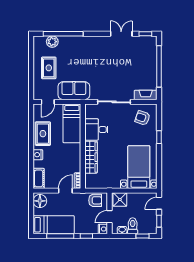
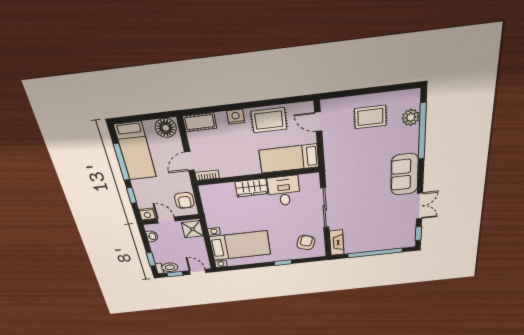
sofa: (74, 91) -> (405, 174), moved, turned 180
wardrobe: (91, 157) -> (251, 188), width x0.67
door: (65, 191) -> (189, 161), swing flipped
toilet: (133, 226) -> (167, 268), moved

